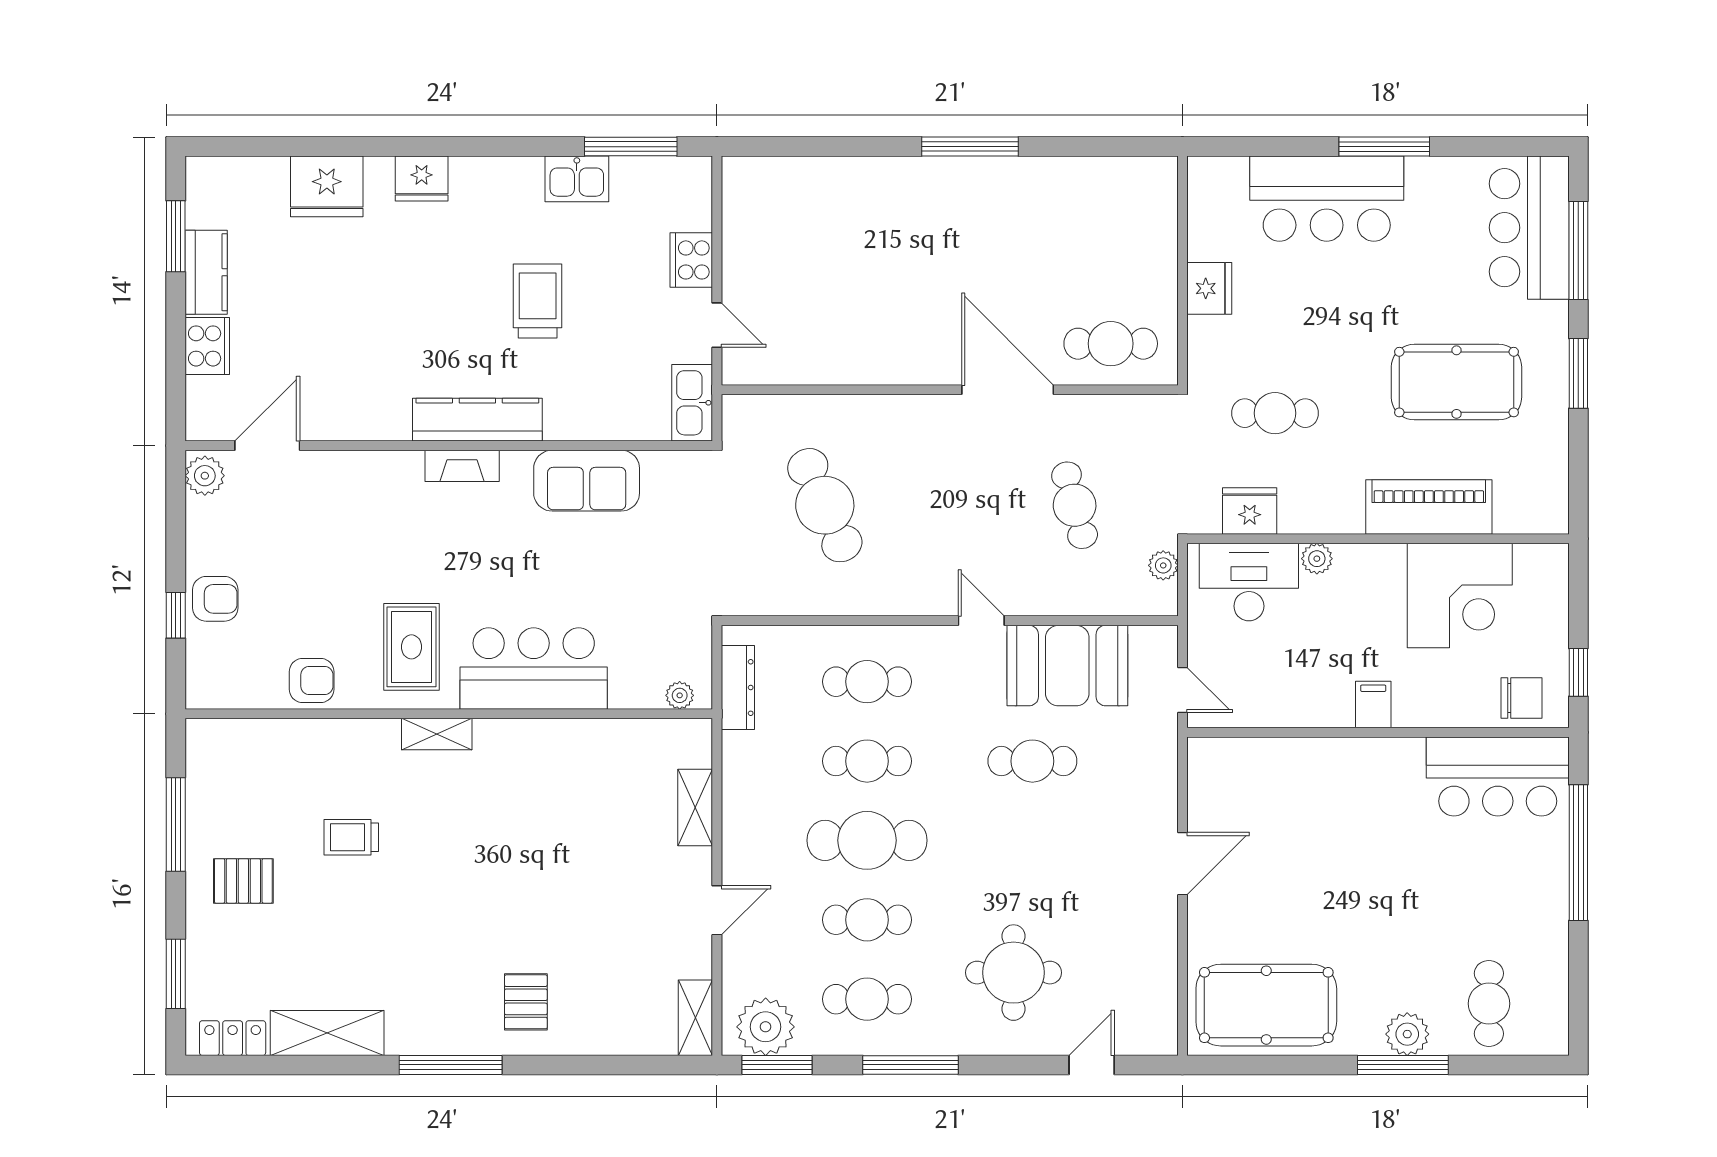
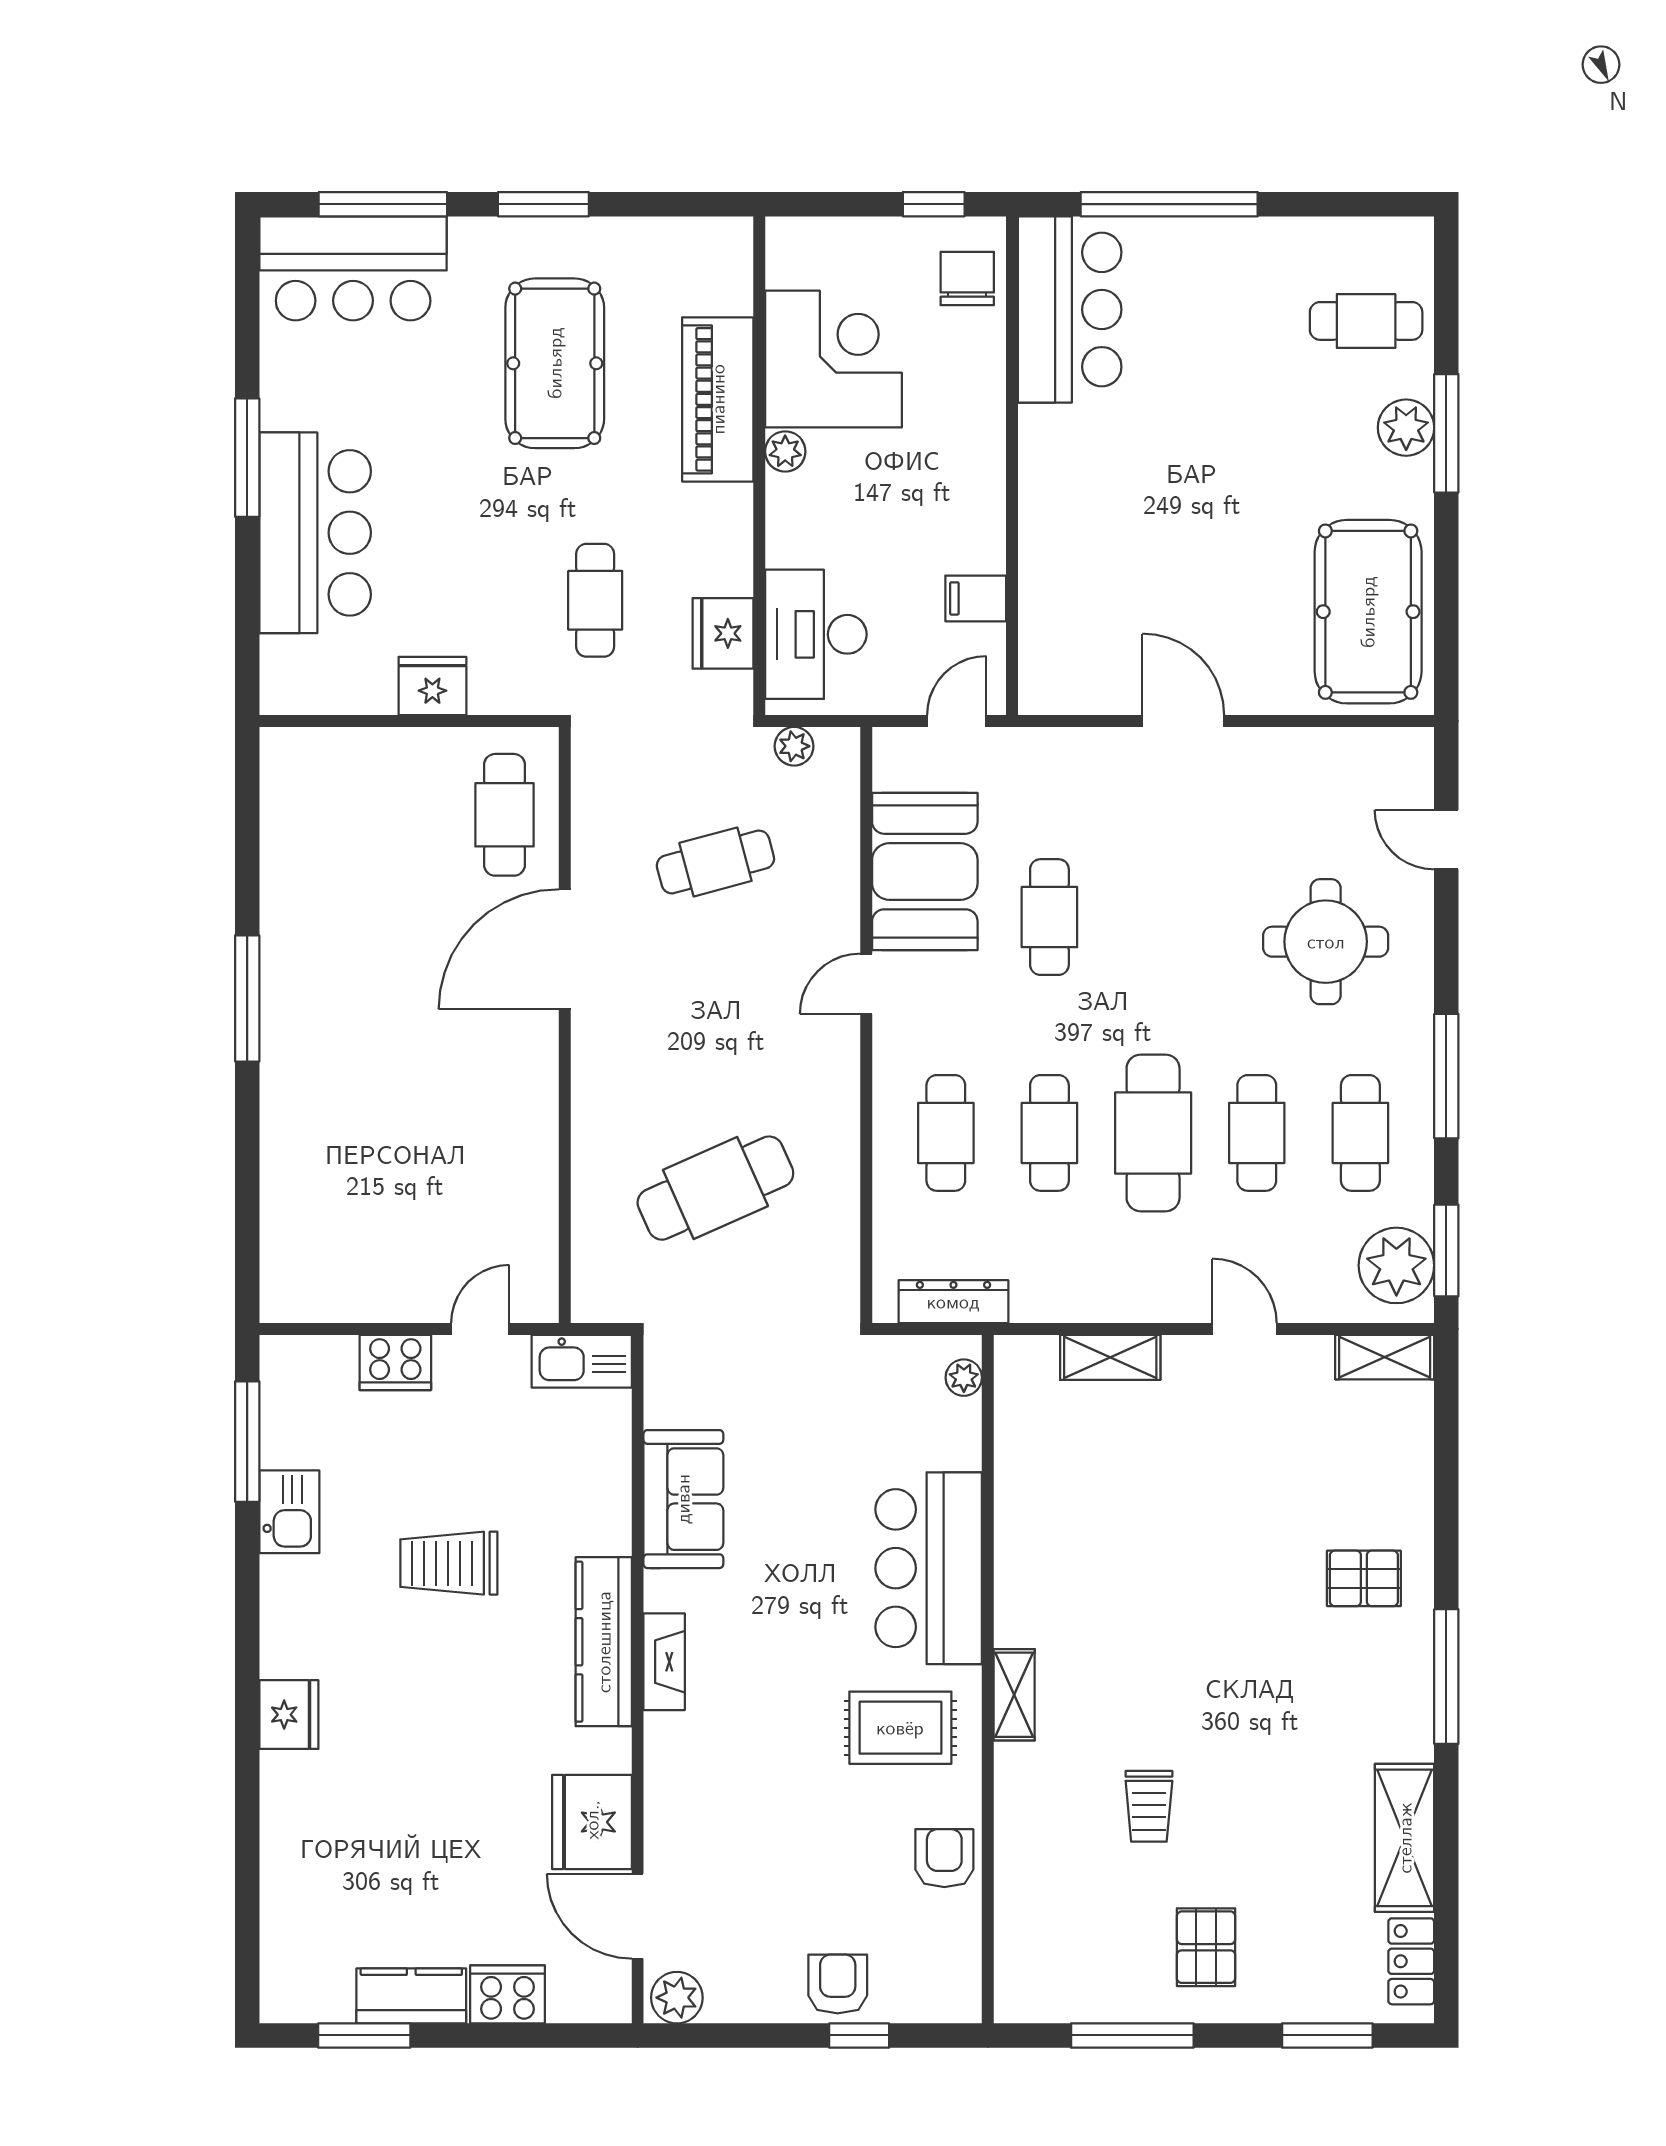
fridge: (327, 186) -> (592, 1822), moved, turned 180
plant: (1317, 559) -> (785, 451), moved
filing cabinet: (1373, 705) -> (976, 598), moved

